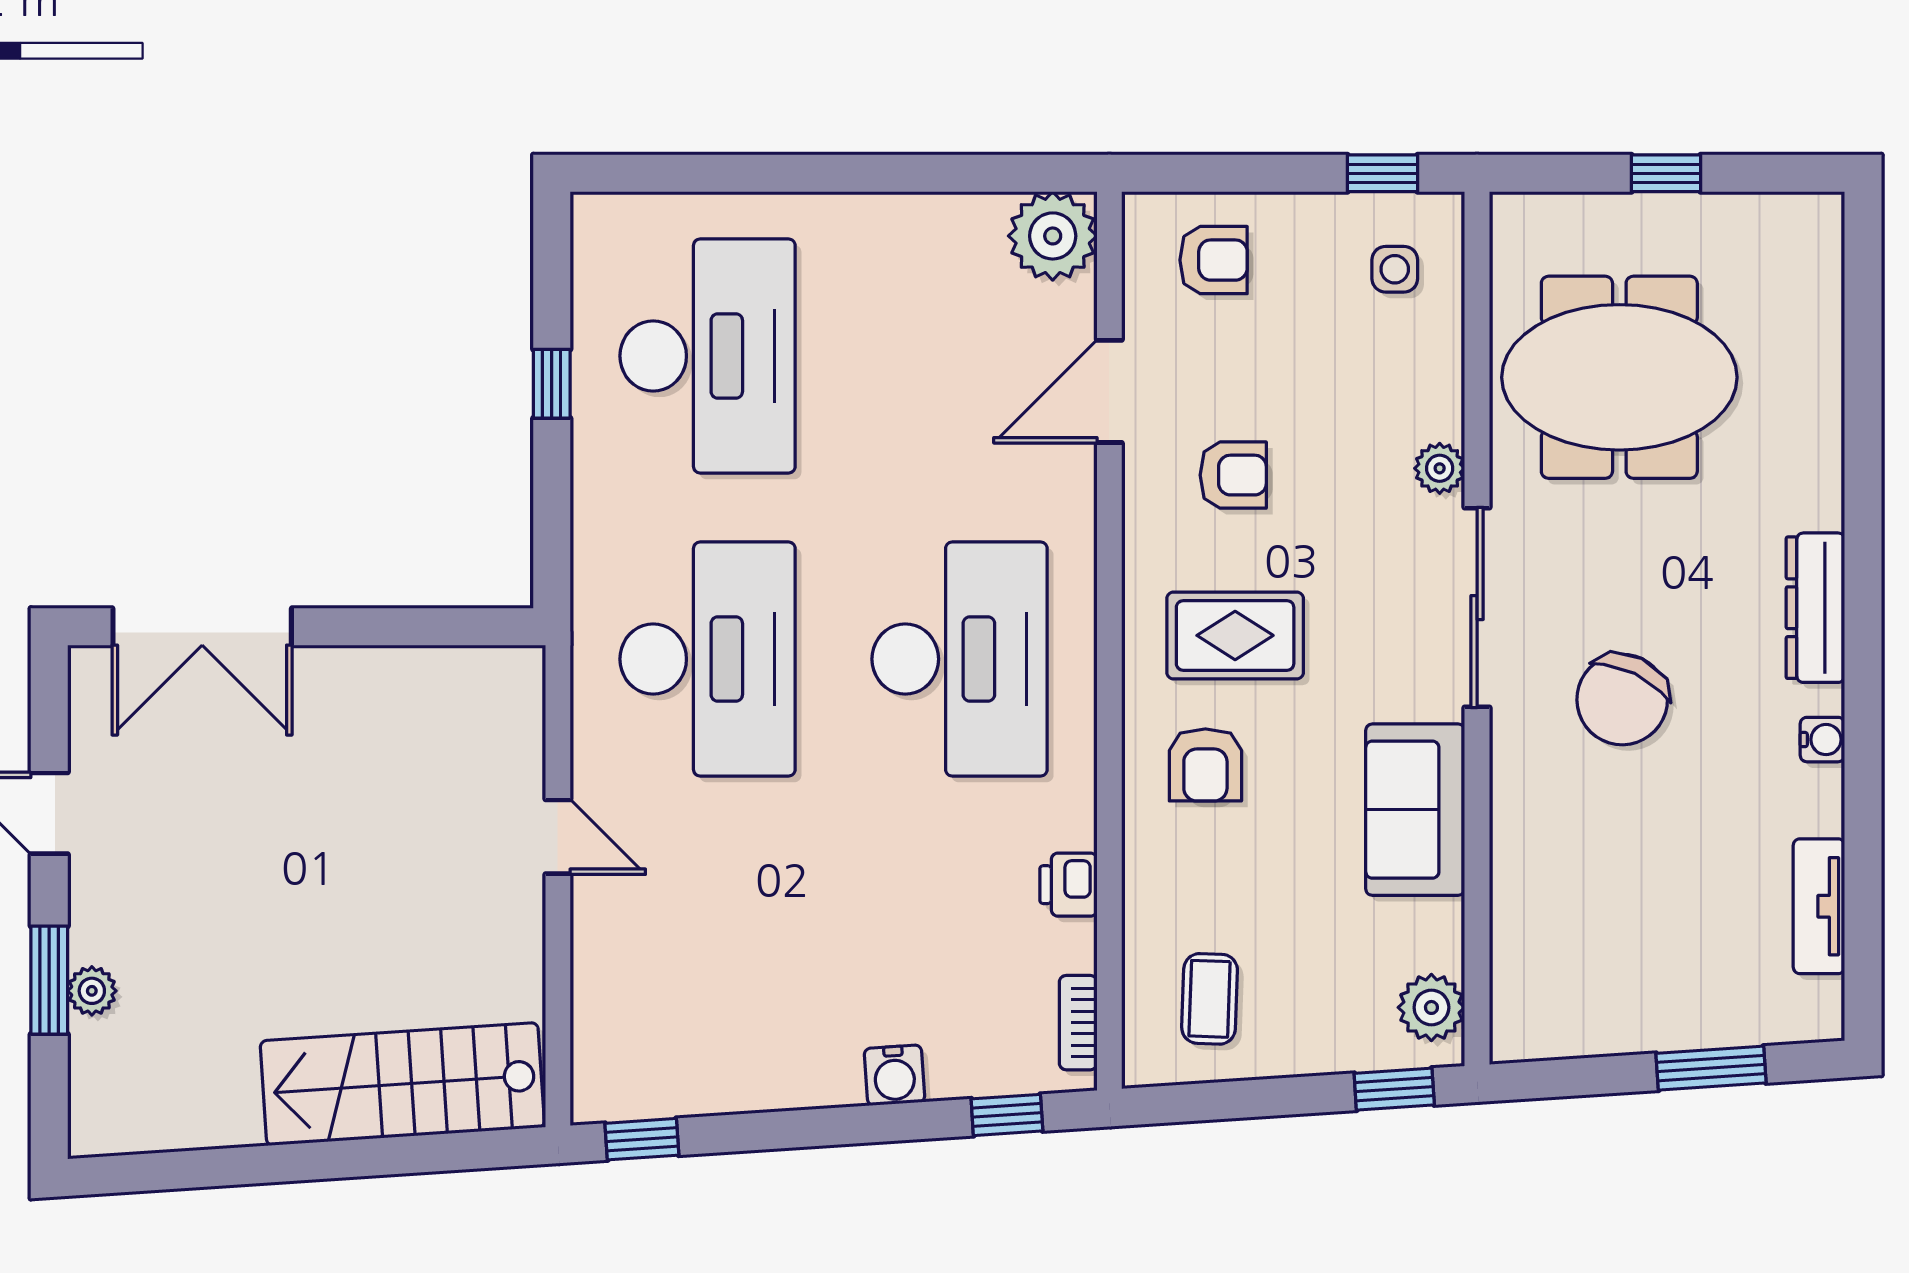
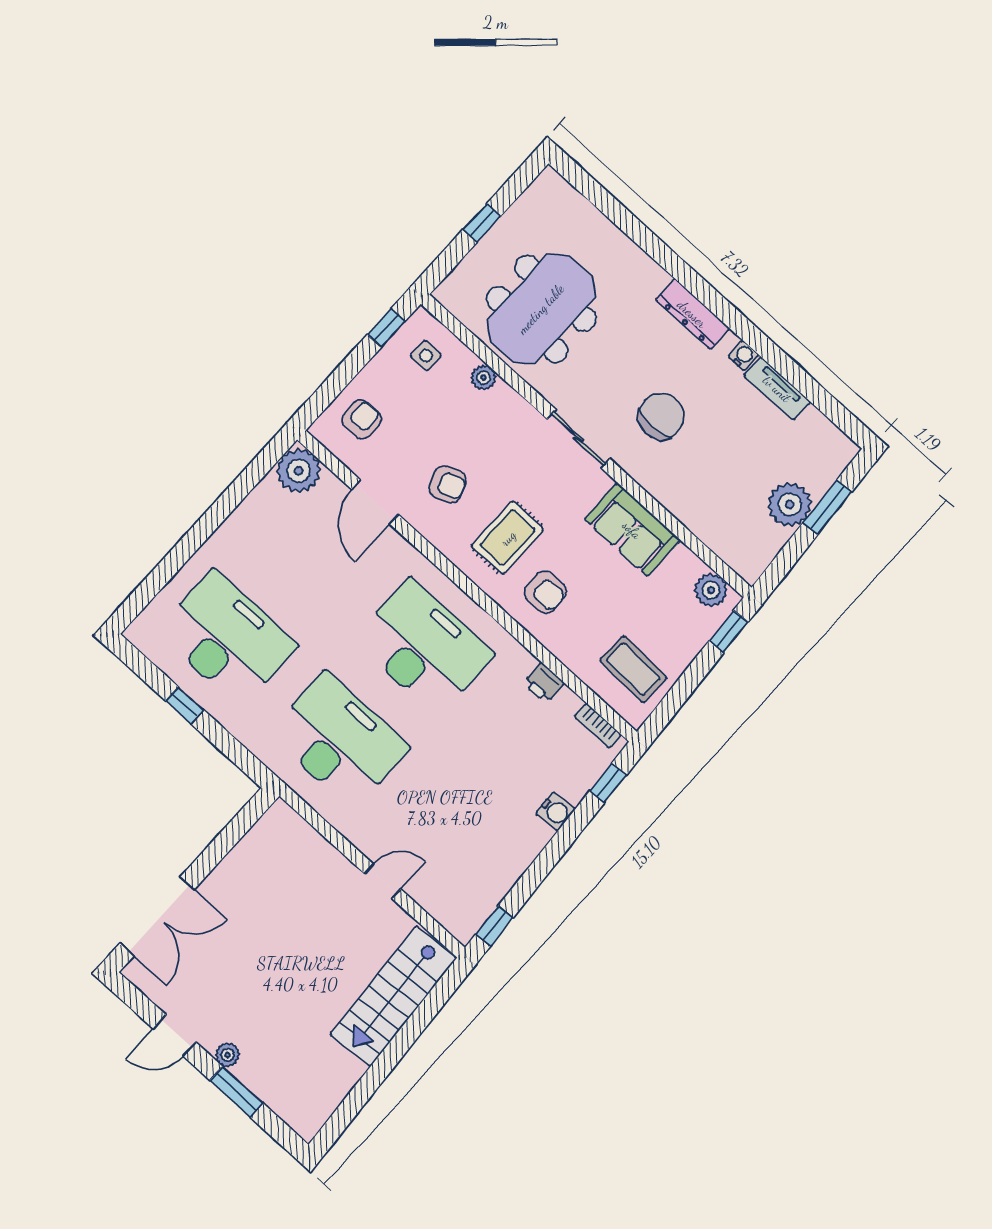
plant: (1440, 468) -> (483, 378), moved
armchair: (1233, 475) -> (448, 484), turned 69
sliding door: (1477, 608) -> (579, 439), width x0.73
chair: (1622, 699) -> (661, 416), turned -116
door: (558, 837) -> (382, 881), moved
tv unit: (1819, 906) -> (777, 389), moved
plant: (92, 991) -> (228, 1055), moved
coffee table: (1210, 999) -> (633, 669), width x1.36, depth x1.30
plant: (1664, 1009) -> (790, 505), added

